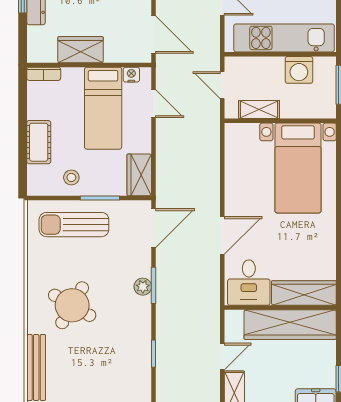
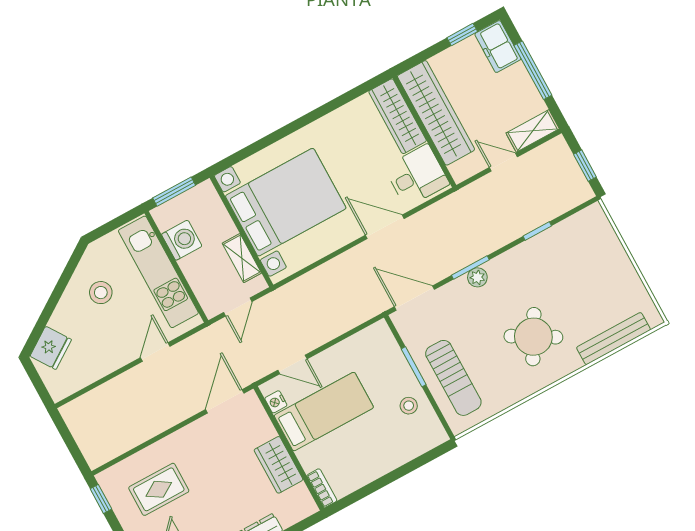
door: (154, 104) -> (292, 365), swing flipped
cot: (39, 142) -> (391, 456), removed
bed with nightstands: (298, 168) -> (286, 202), width x1.36
wardrobe: (139, 175) -> (370, 341), removed

